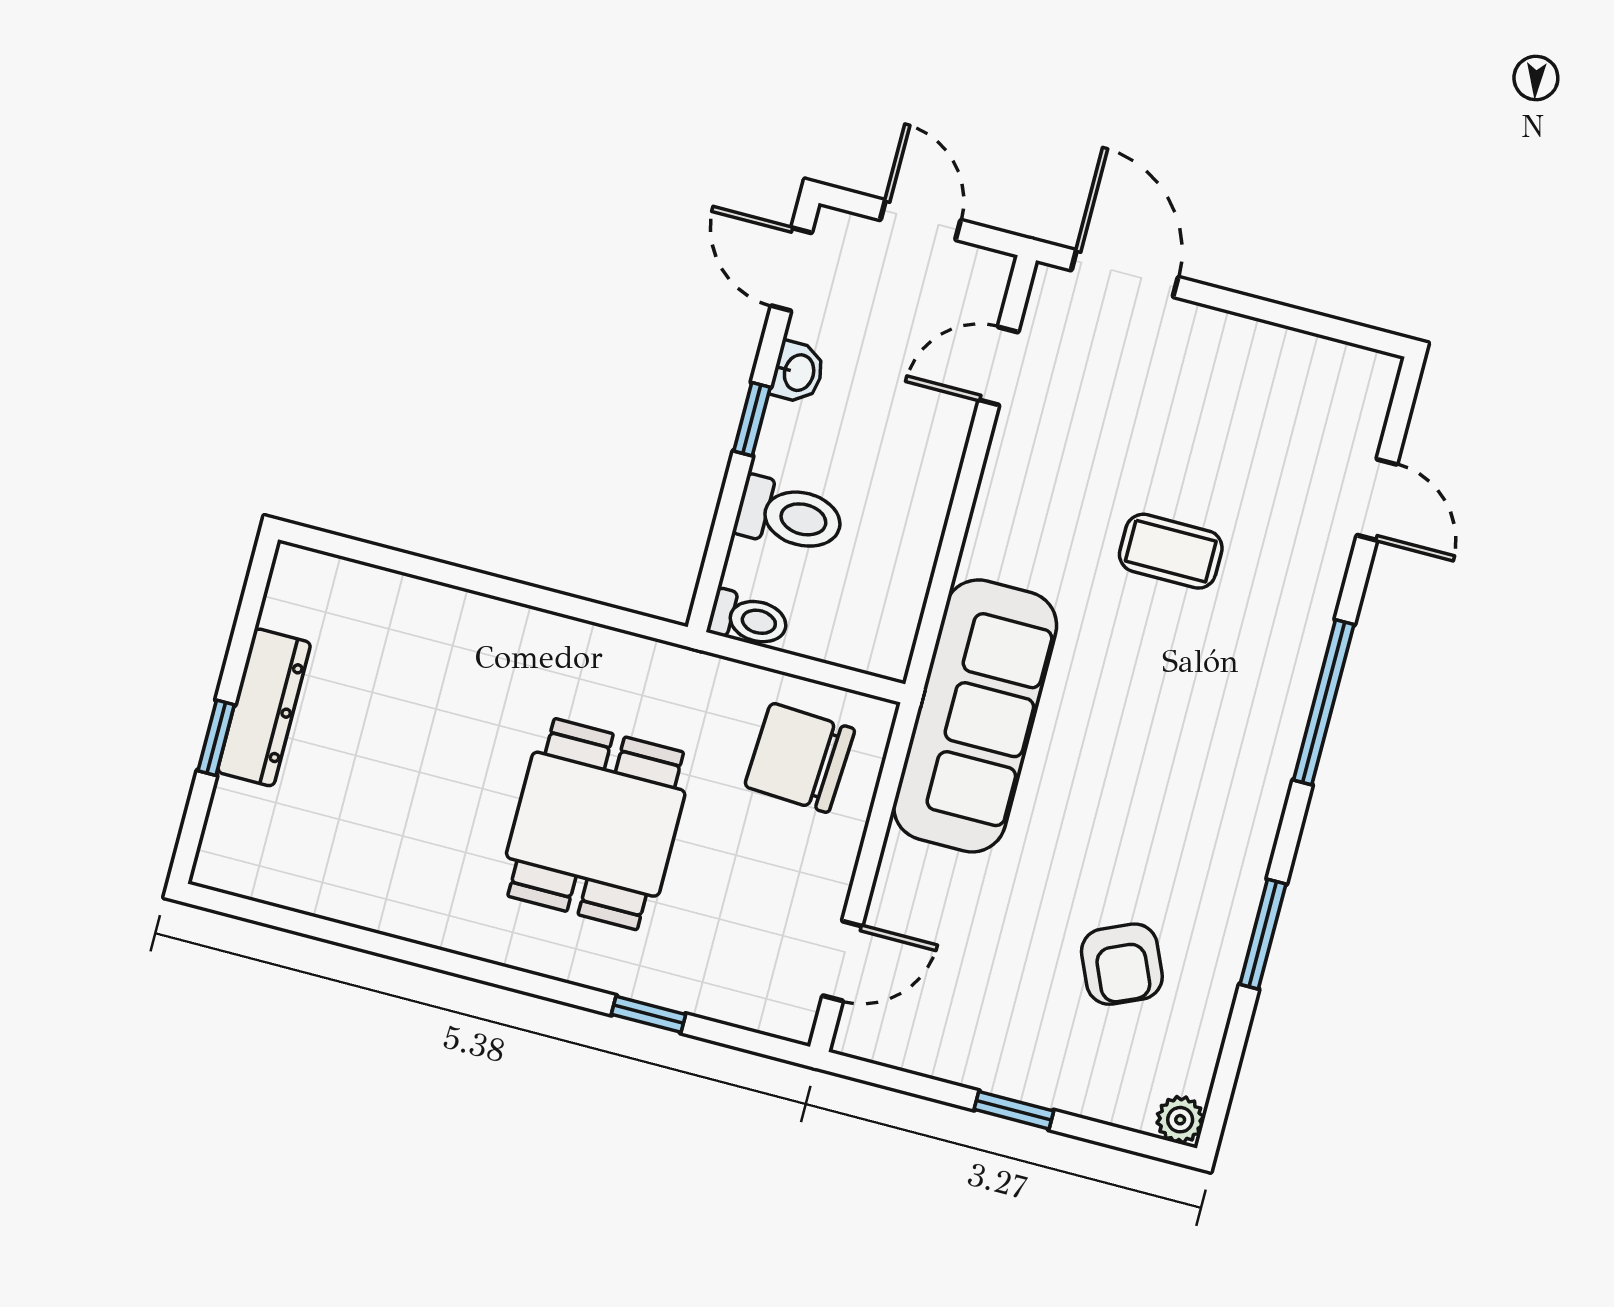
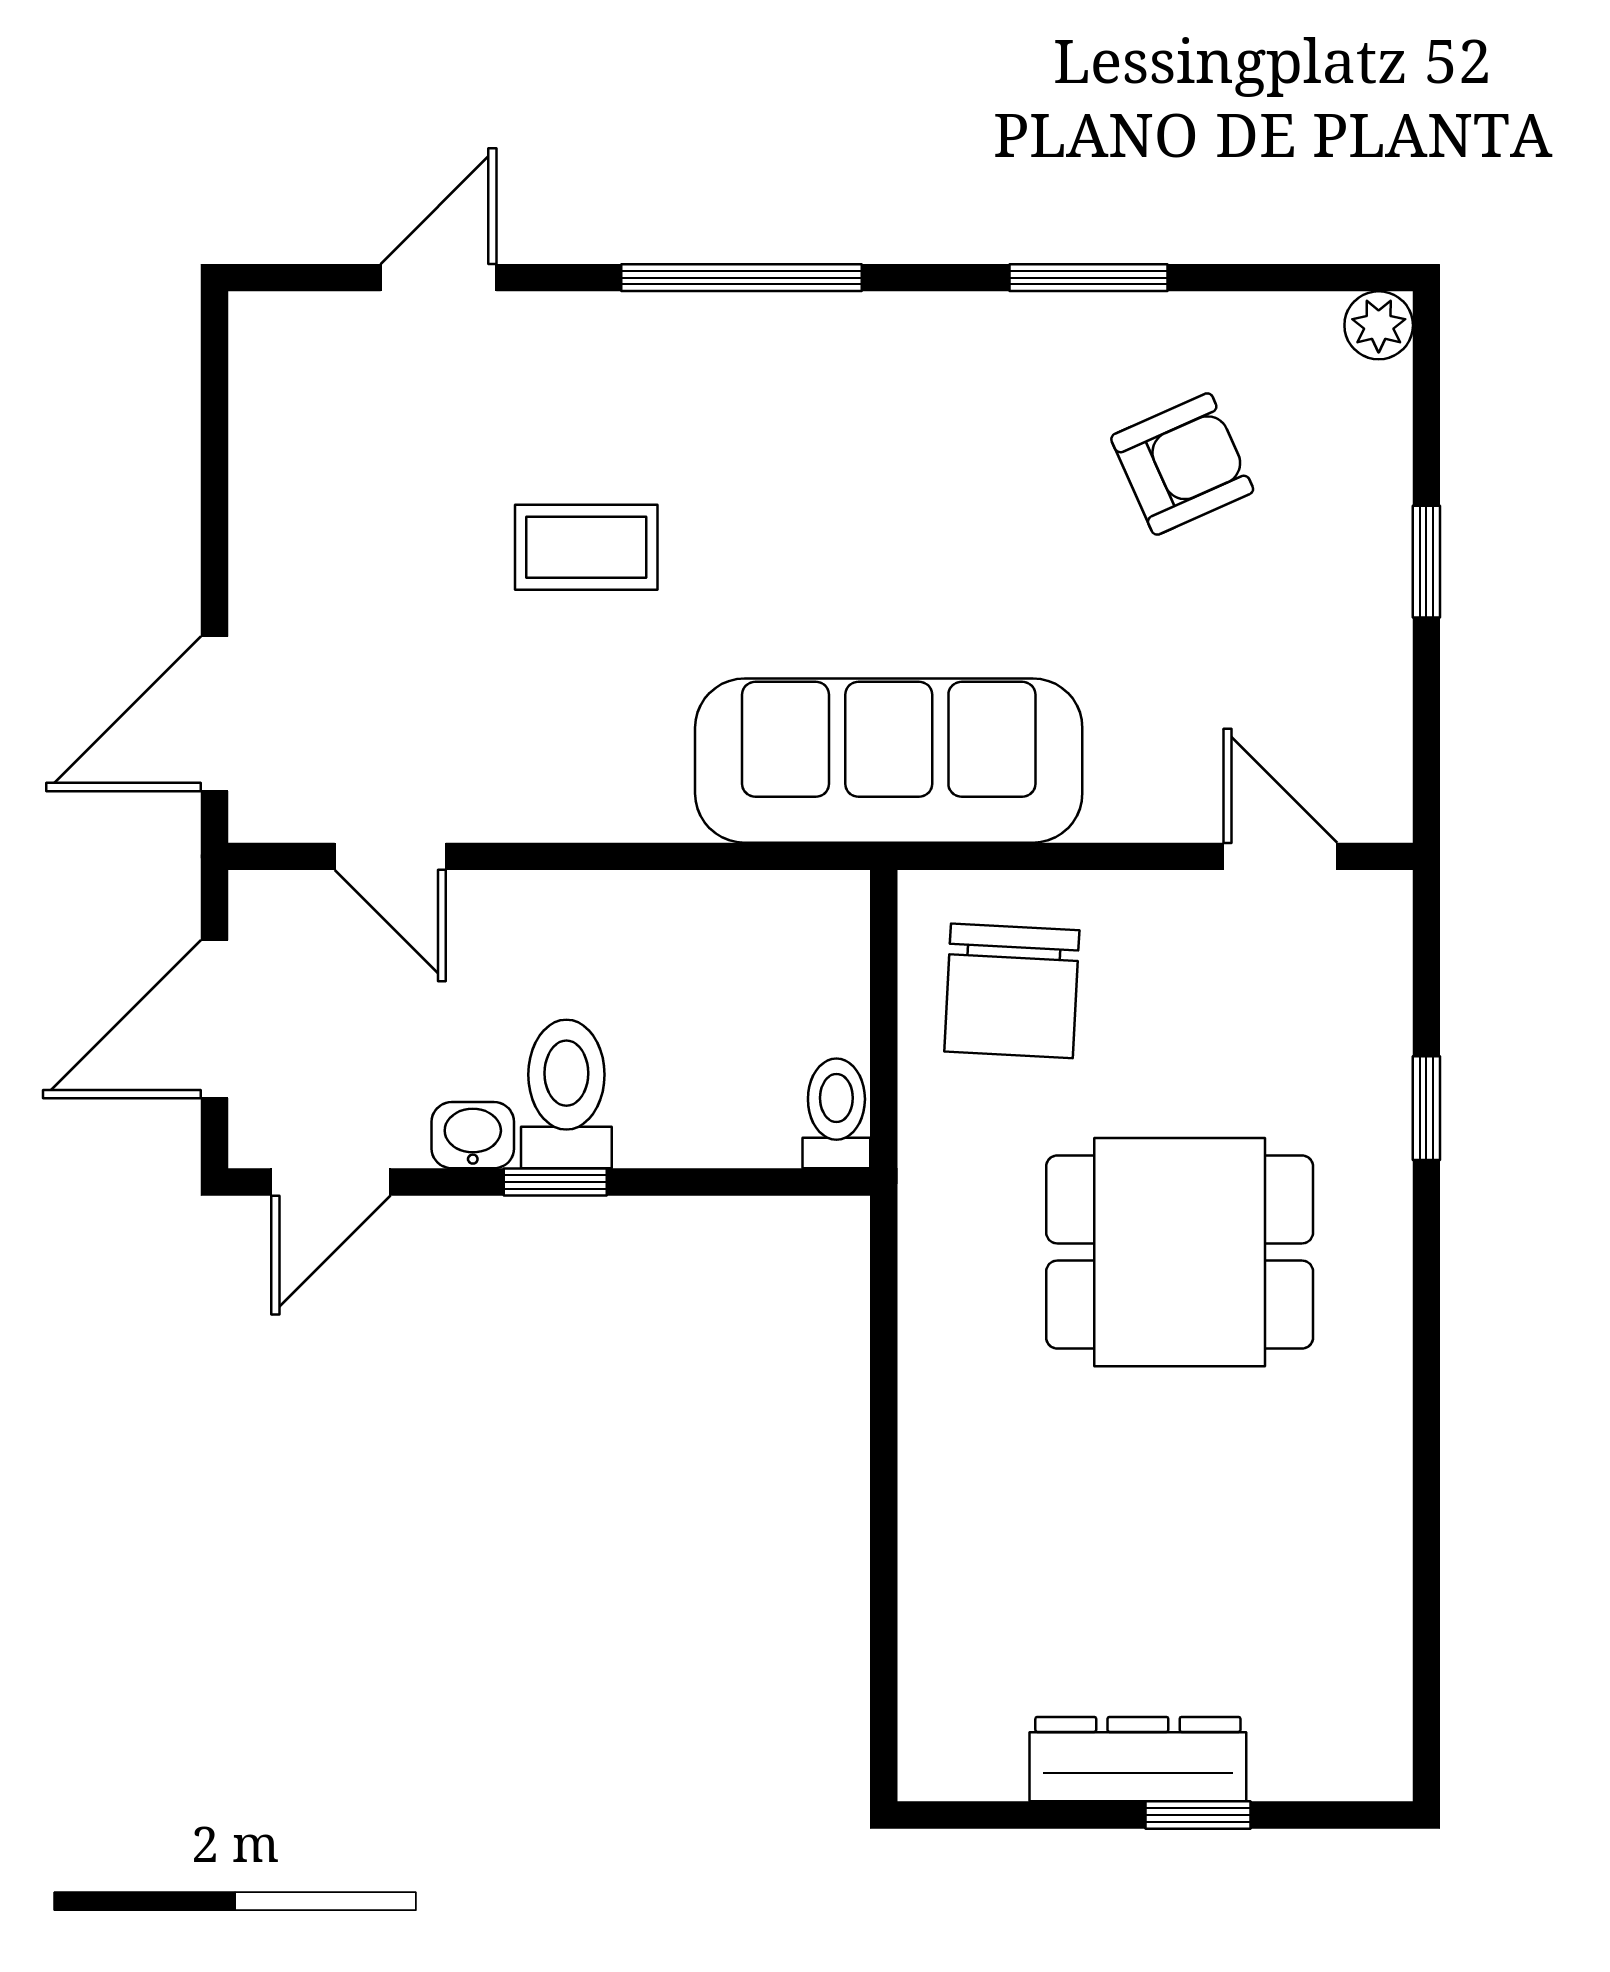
door: (921, 220) -> (215, 1019), width x1.38
toilet: (790, 516) -> (566, 1094), moved
coffee table: (1171, 551) -> (586, 547), turned 90

